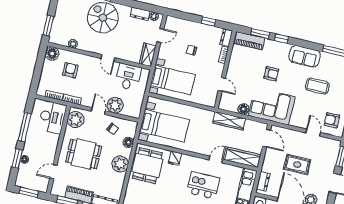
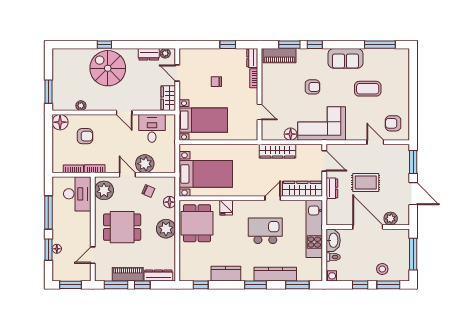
door: (160, 35) -> (177, 73), swing flipped
armchair: (70, 70) -> (85, 136), turned 90
dresser: (263, 181) -> (332, 188), moved

